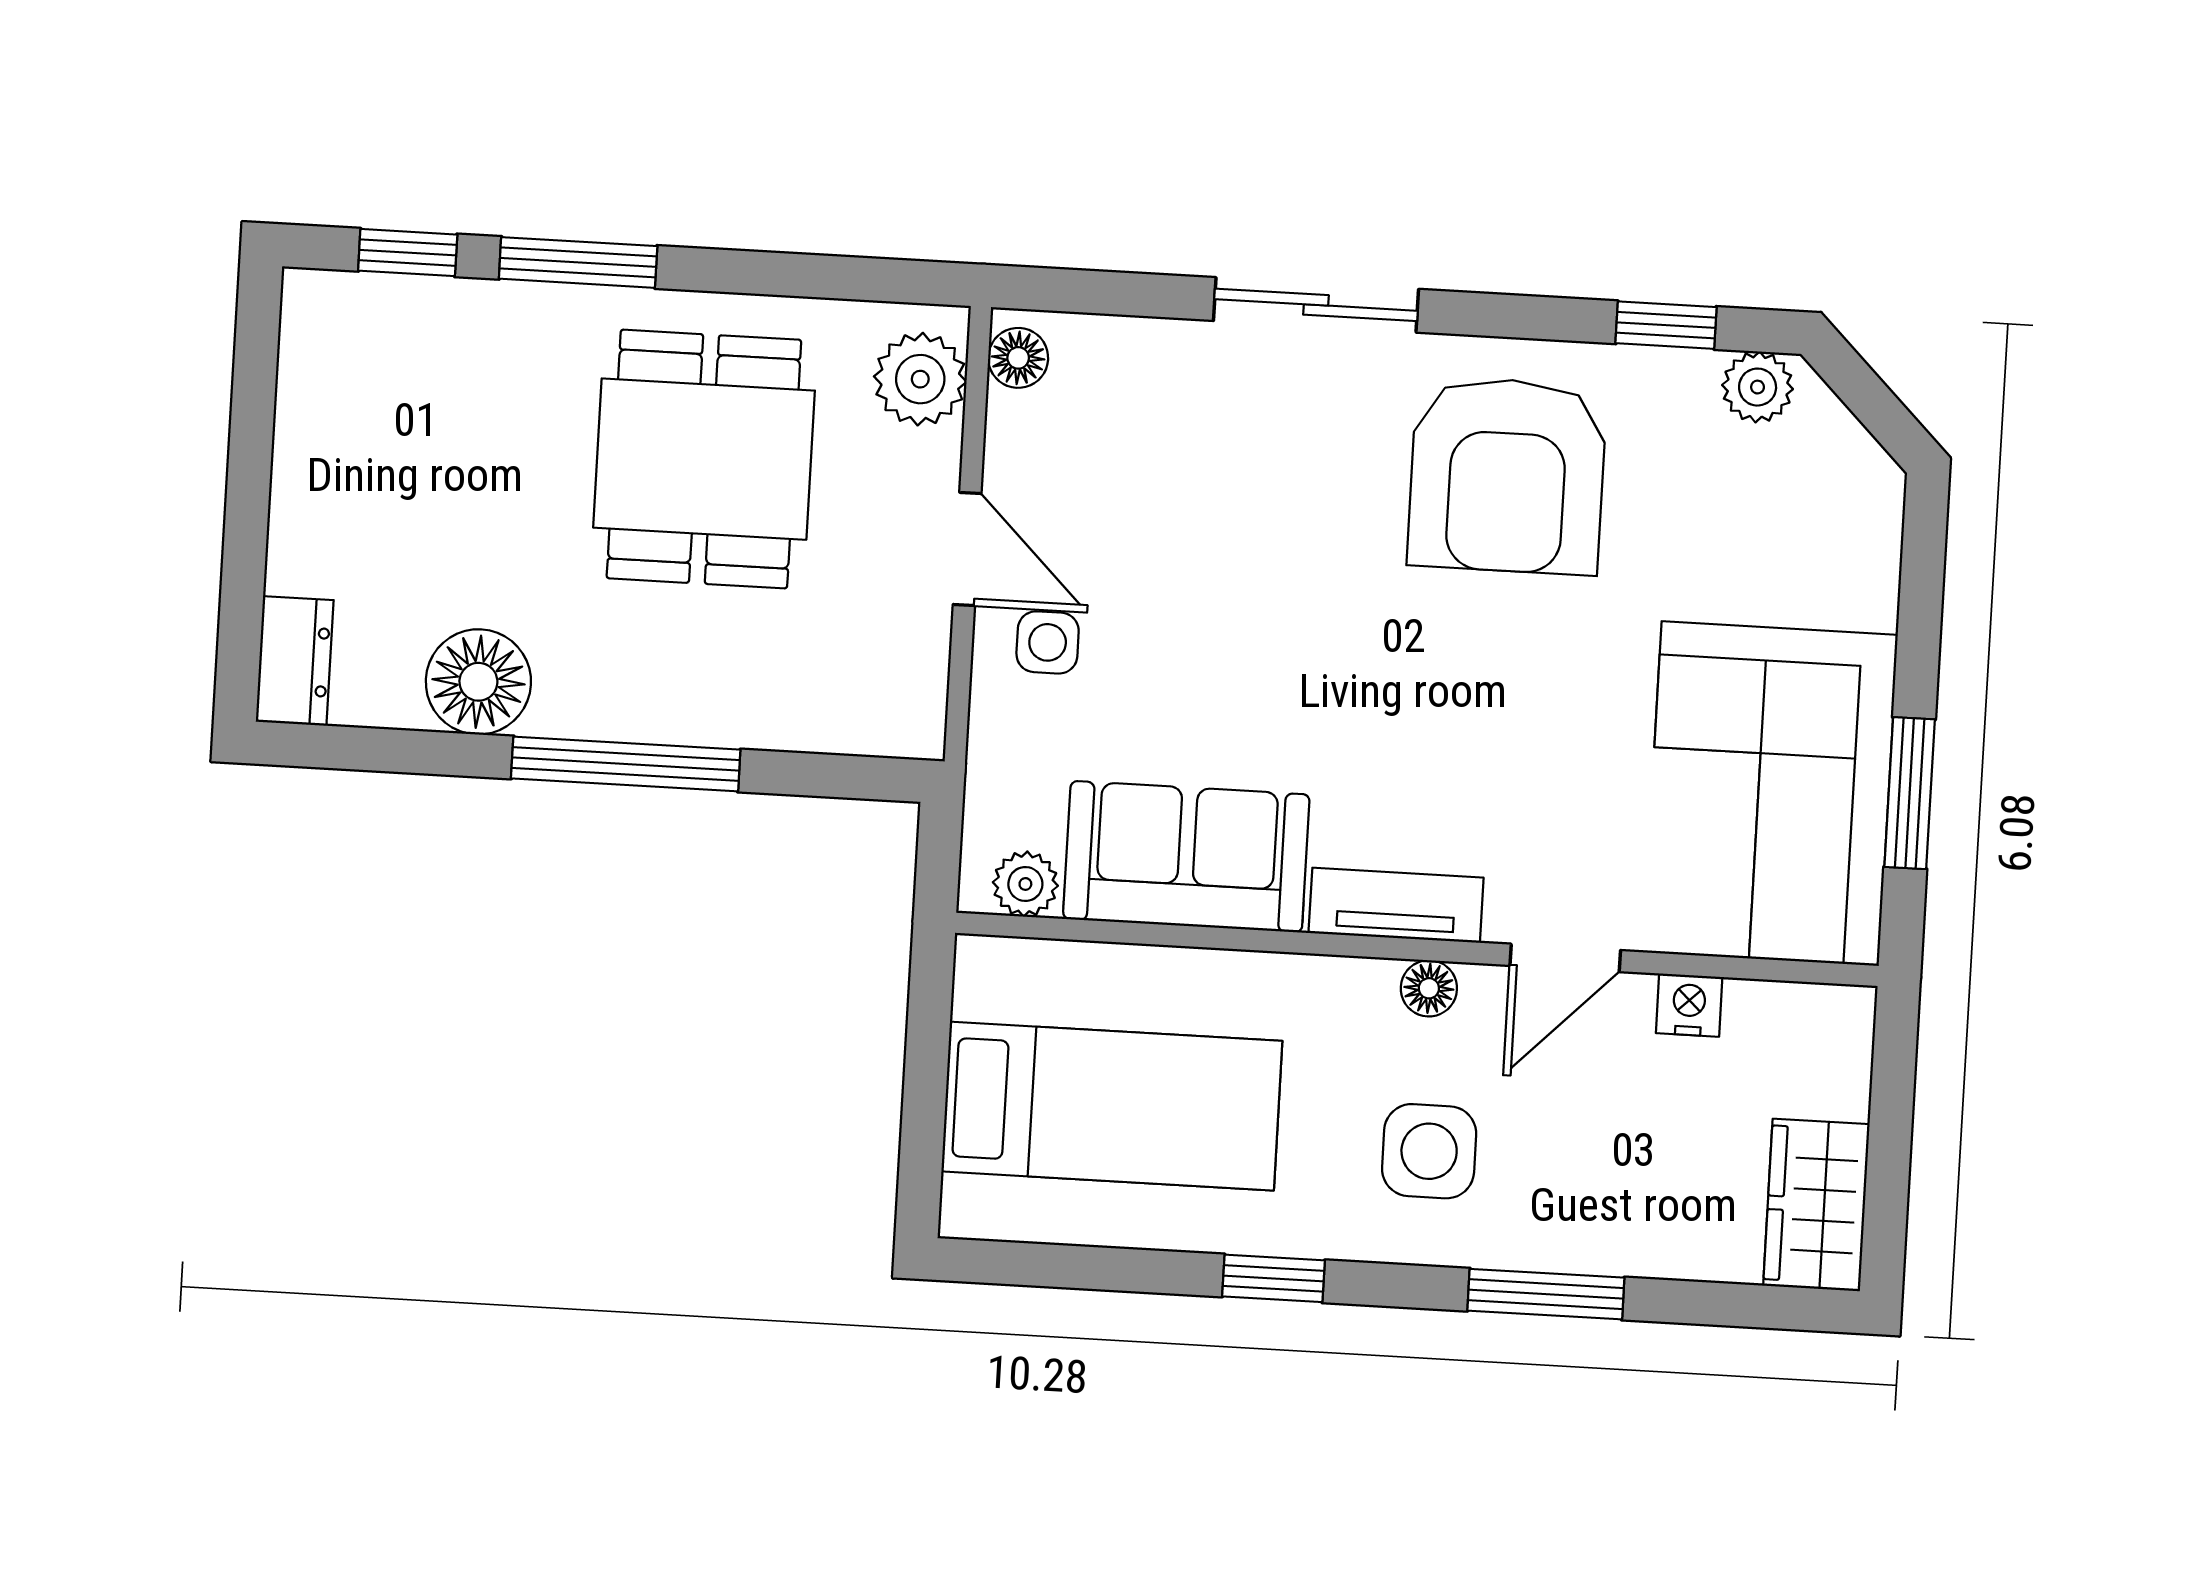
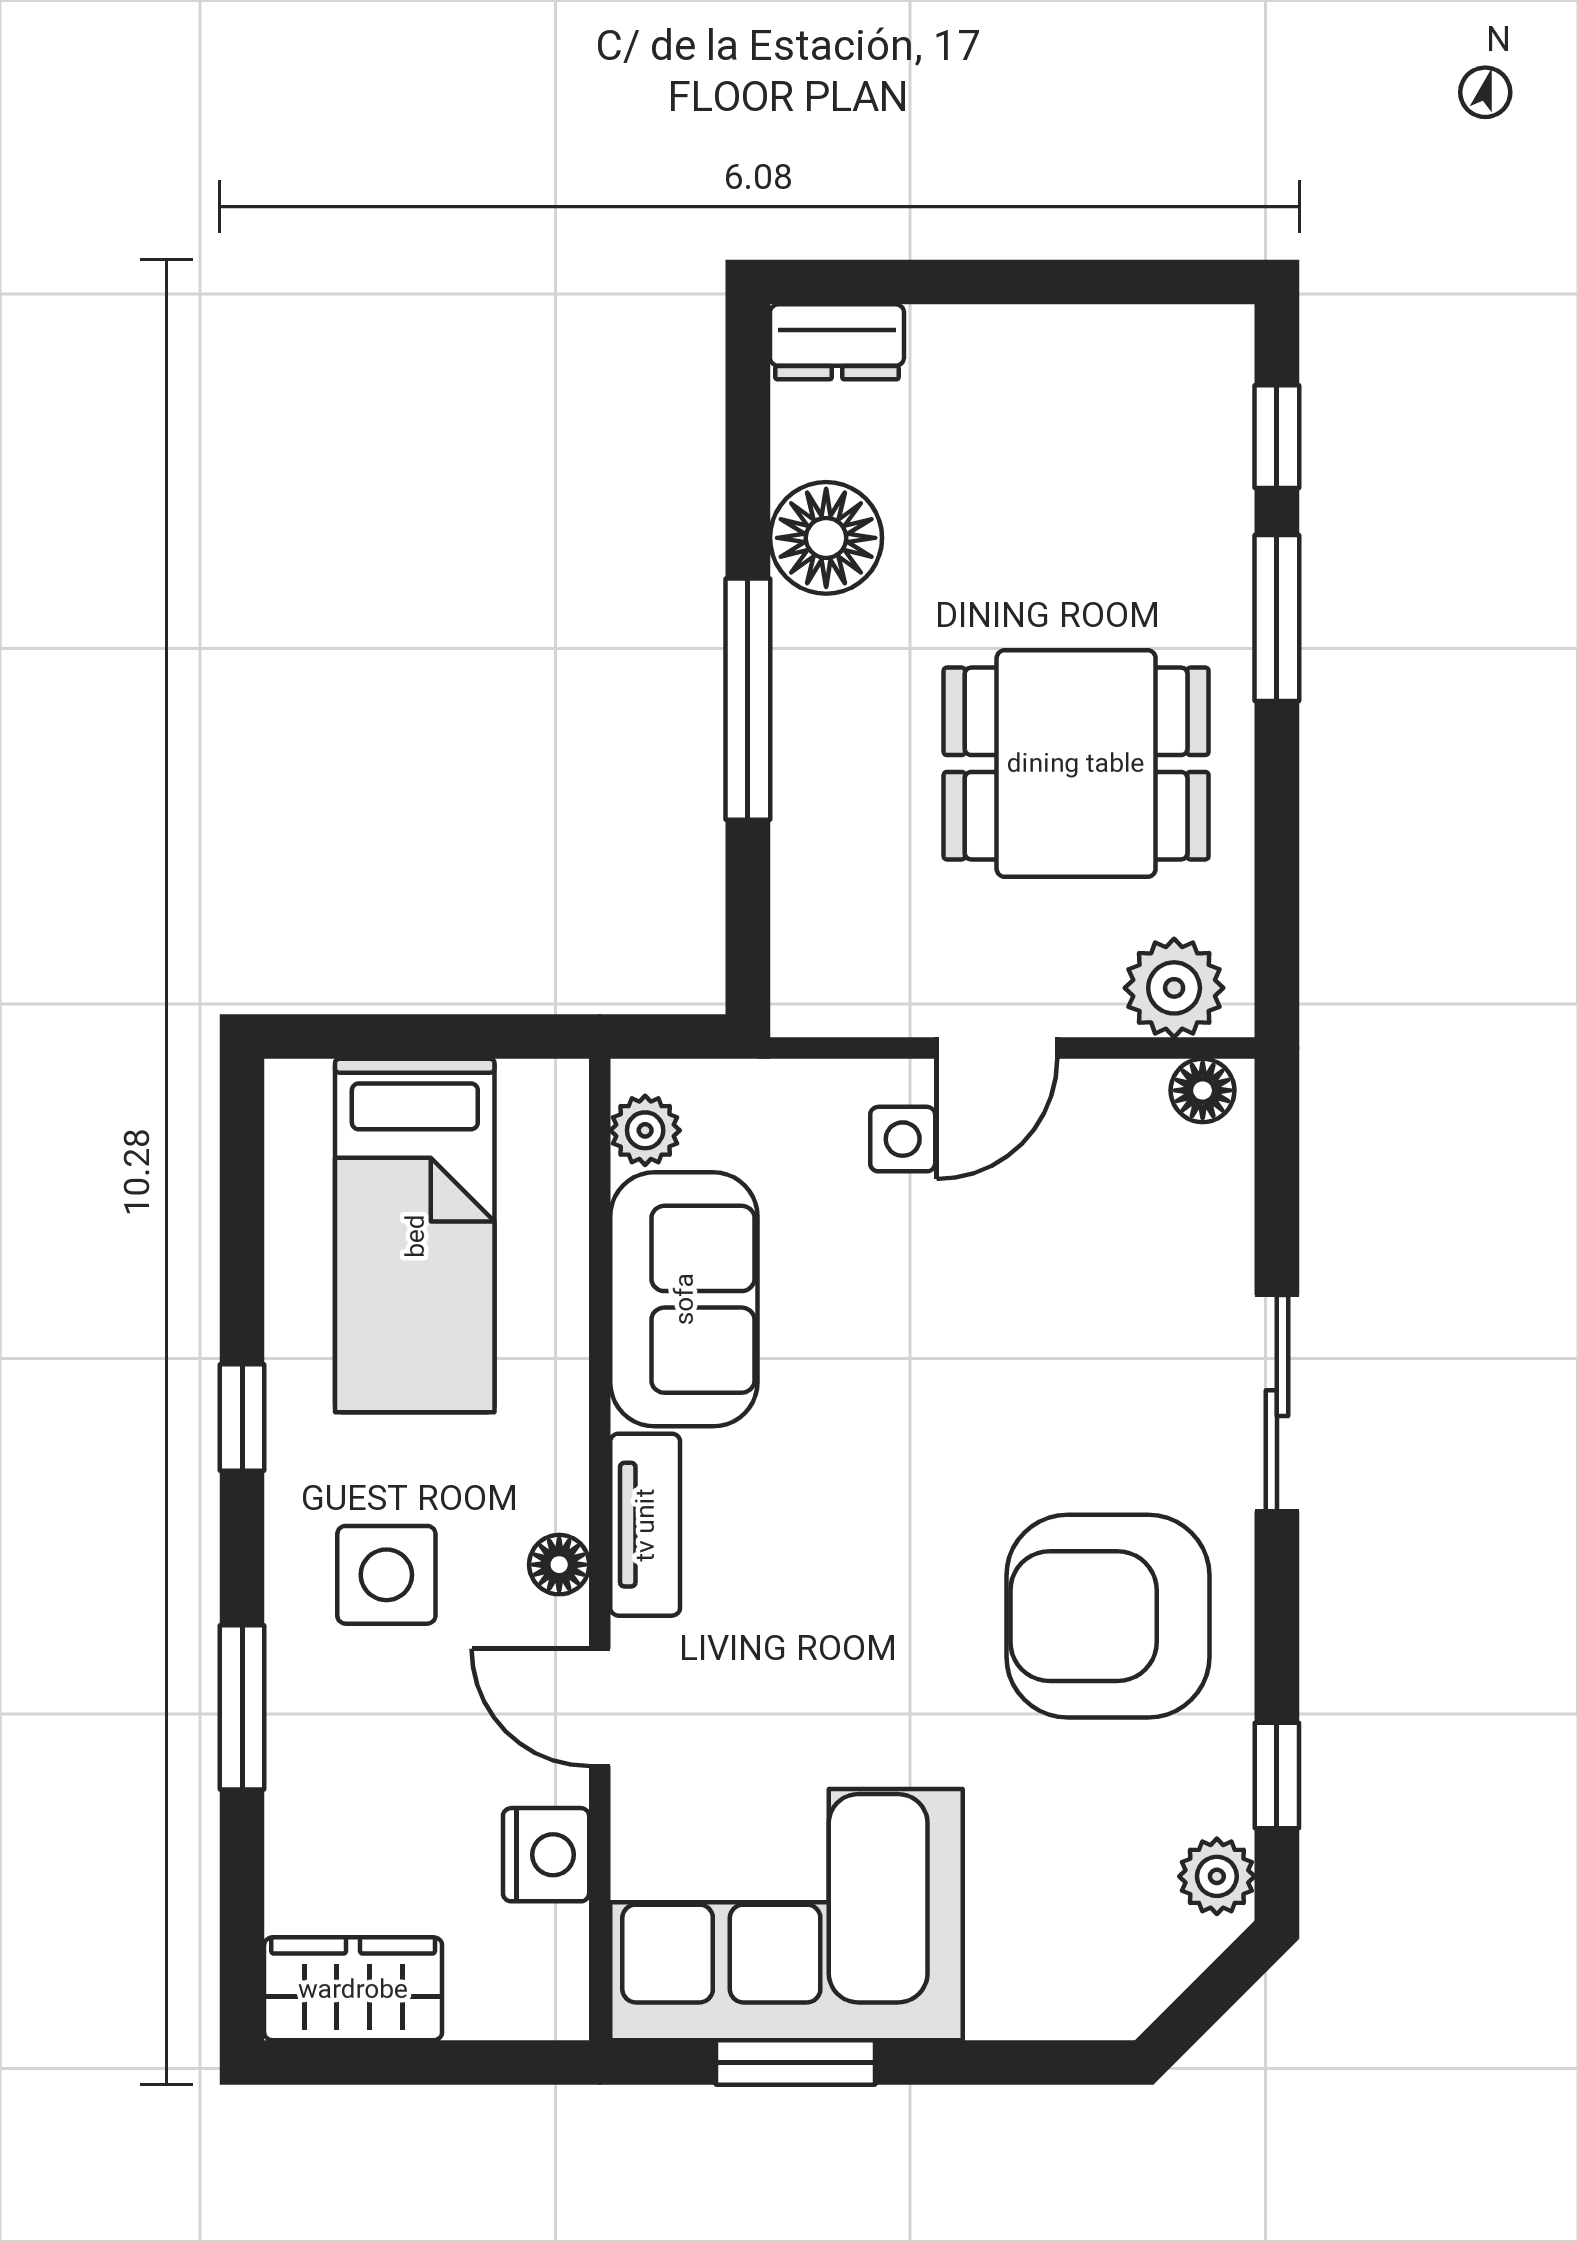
nightstand: (1689, 1005) -> (546, 1855), width x1.39, depth x1.35

